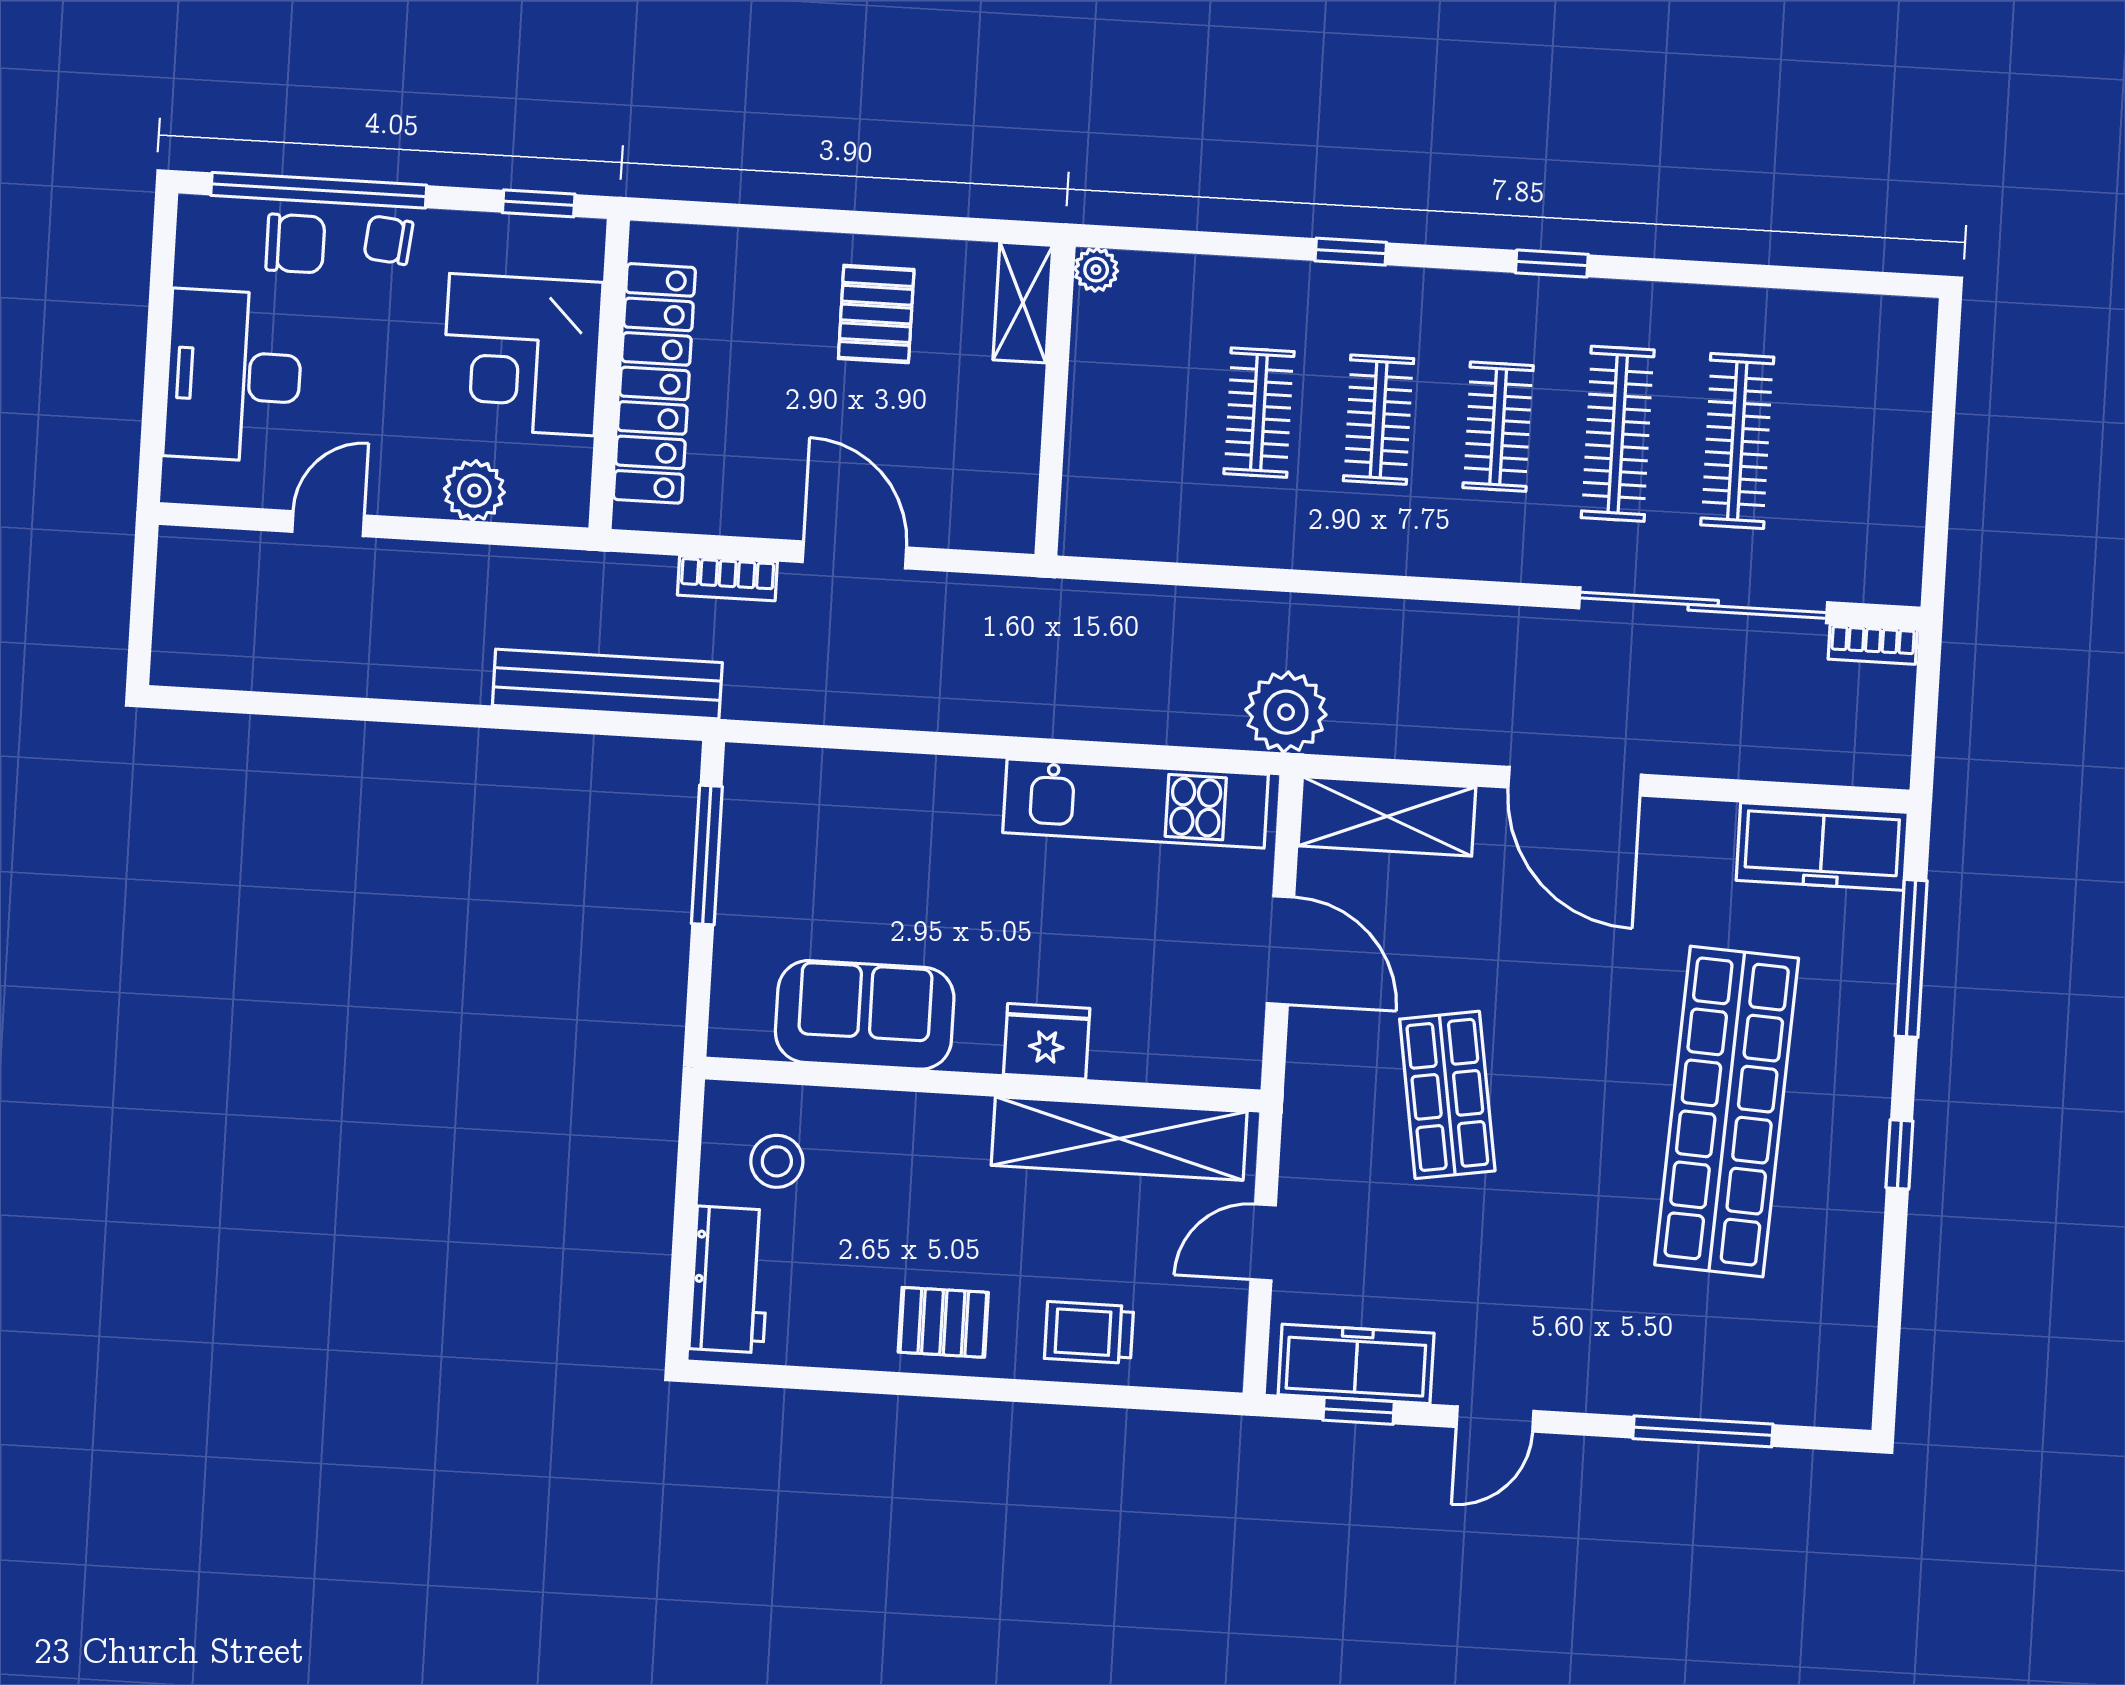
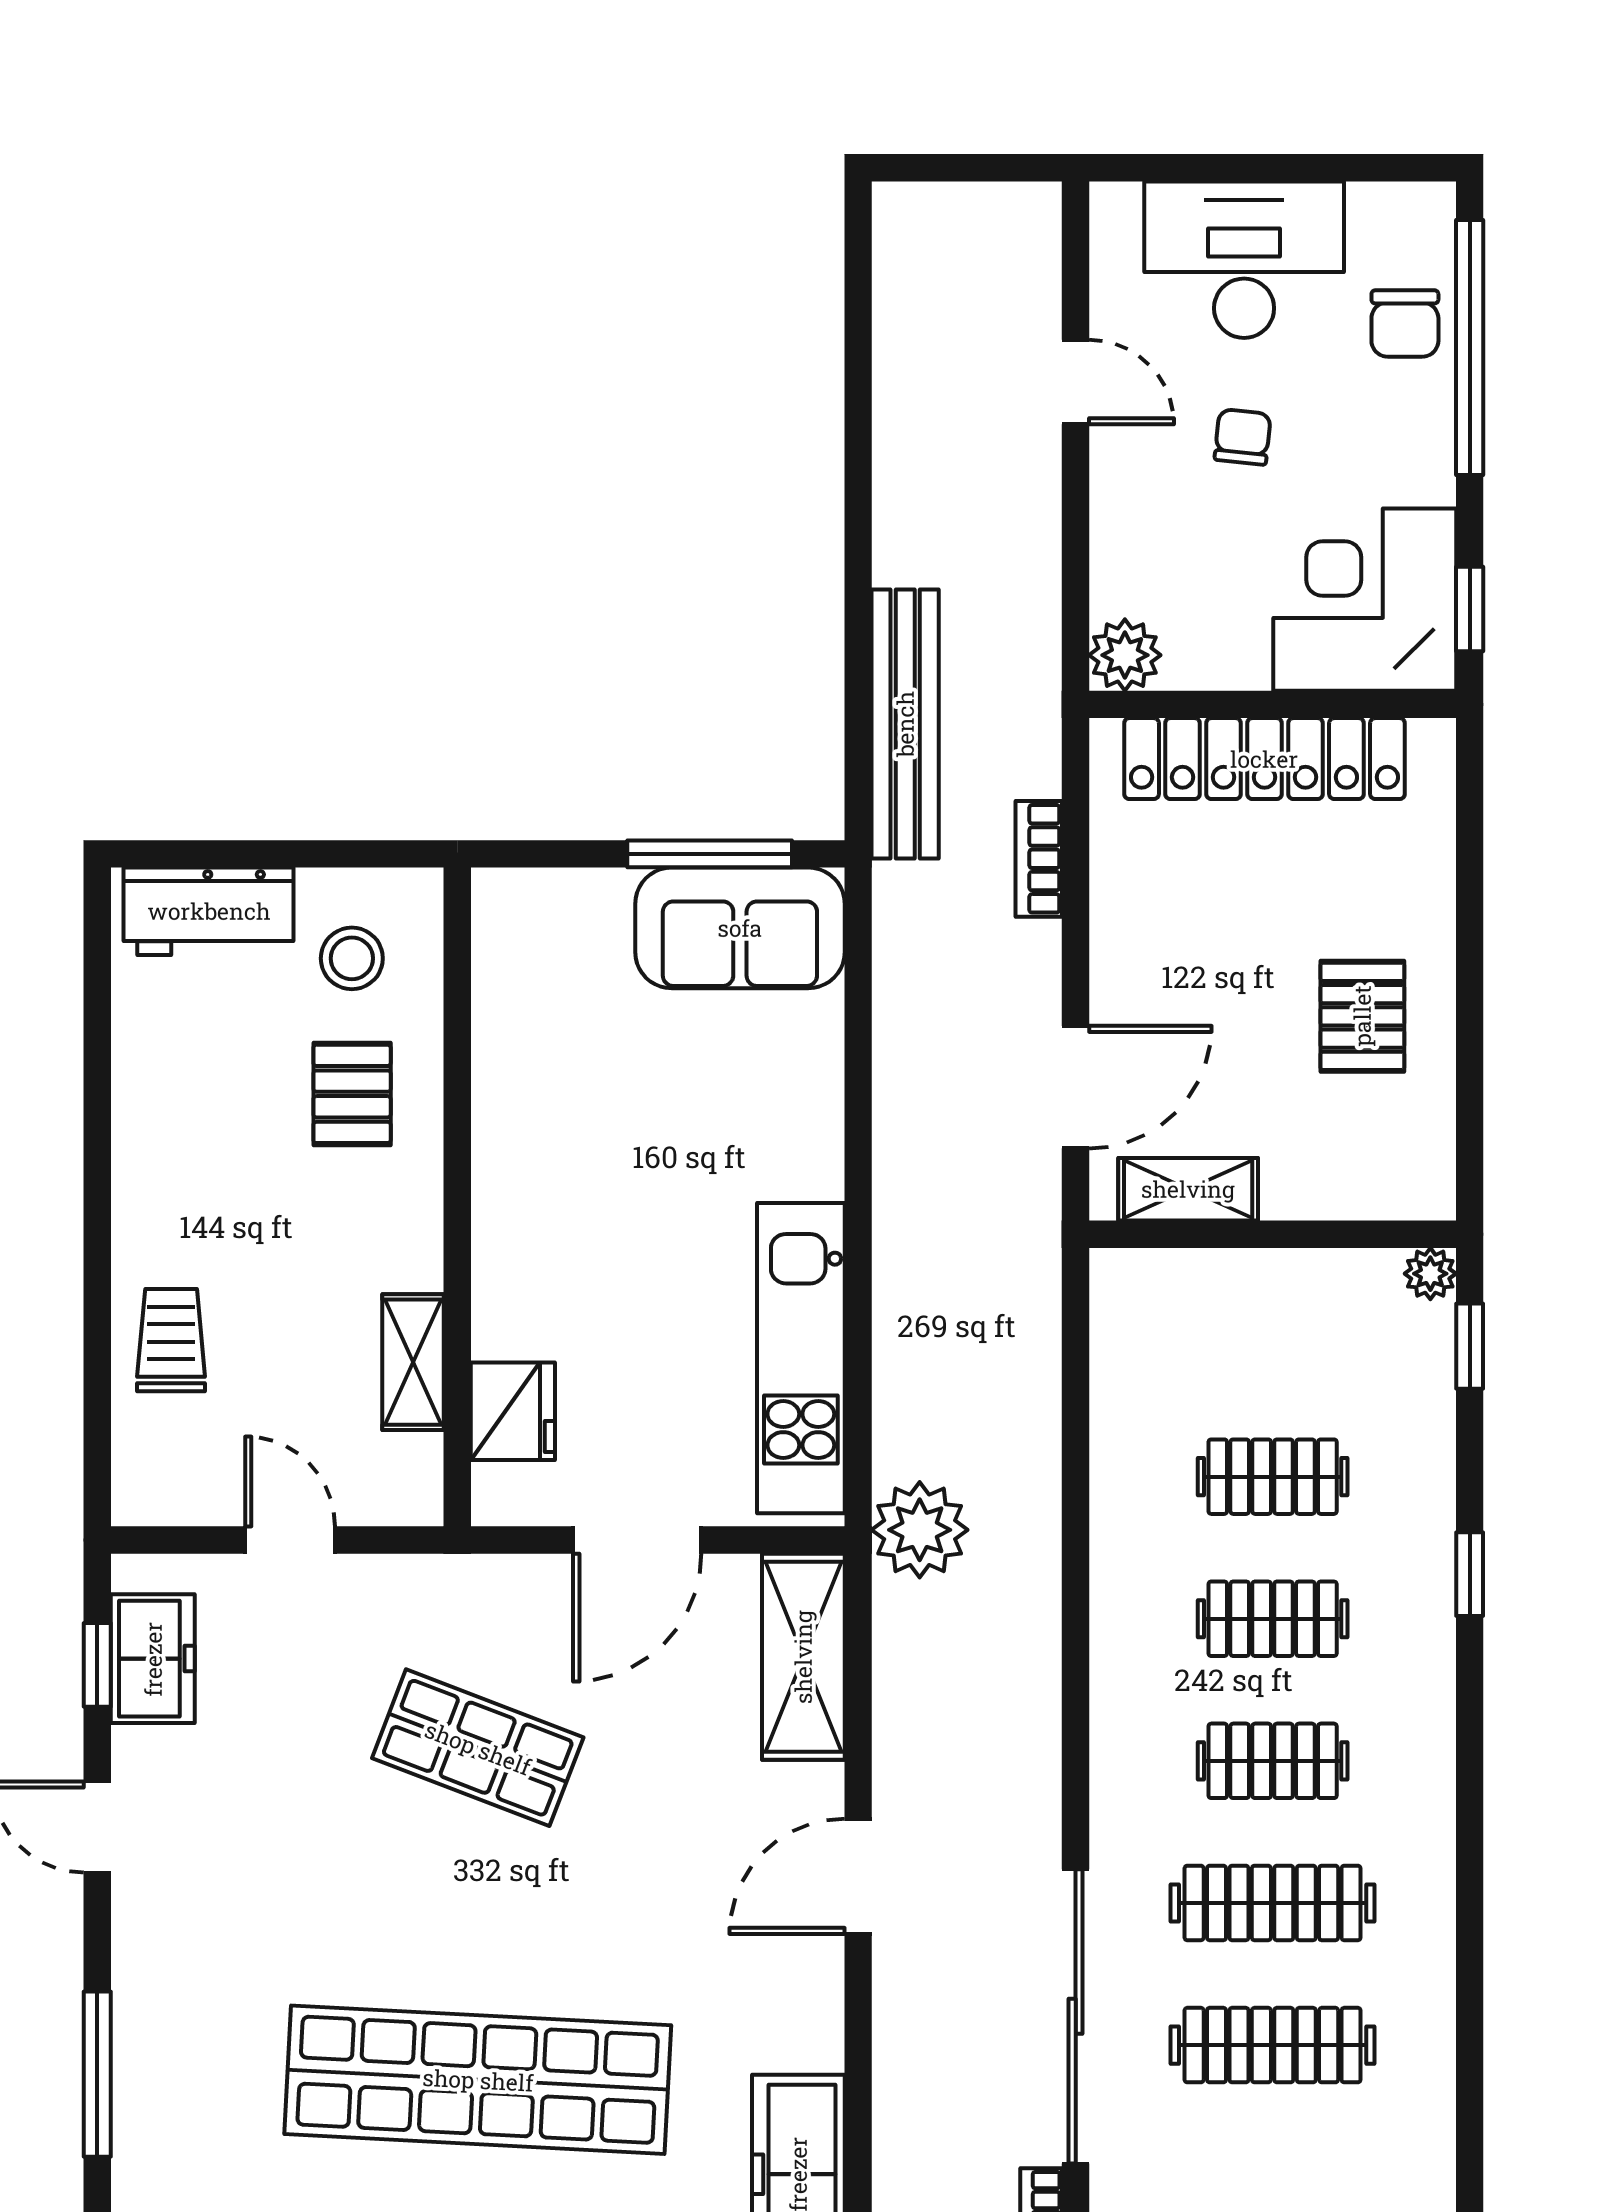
chair: (388, 240) -> (1243, 437), moved
window: (1552, 264) -> (1470, 1346), moved
shelving: (1023, 303) -> (1188, 1189), moved
pallet: (876, 314) -> (1362, 1016), turned 90
corner desk: (522, 355) -> (1365, 600), moved
plant: (474, 491) -> (1125, 655), moved
door: (854, 555) -> (1076, 1087), moved
door: (1575, 781) -> (858, 1876), width x0.73
sofa: (865, 1015) -> (740, 928), moved, turned 90
fridge: (1047, 1041) -> (513, 1411), moved
shop shelf: (1447, 1095) -> (478, 1748), turned 30
shelving: (1119, 1139) -> (413, 1362), width x0.45, depth x0.75
pallet: (943, 1322) -> (352, 1094), moved
freezer: (1356, 1364) -> (153, 1659), width x0.71

